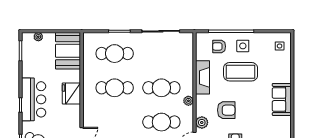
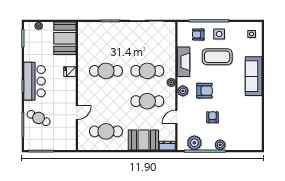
cafe table: (115, 54) -> (106, 41), removed
fridge: (71, 93) -> (70, 72), width x0.53, depth x0.75
sofa: (282, 99) -> (254, 76), width x1.36
plant: (202, 123) -> (183, 91), moved

